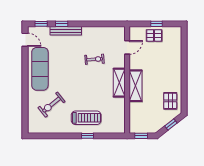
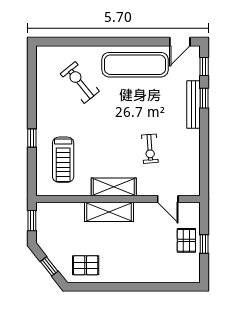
treadmill: (86, 118) -> (63, 160), moved

